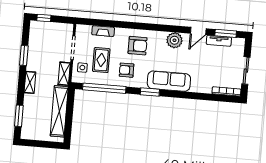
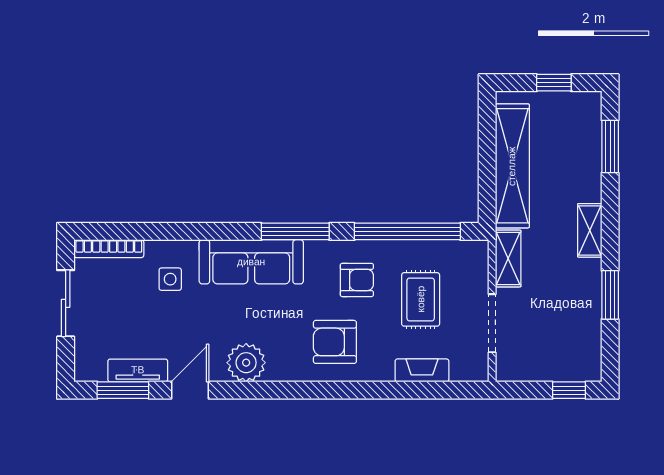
side table: (82, 68) -> (170, 279), moved
window: (150, 92) -> (295, 231), width x1.44
window: (39, 144) -> (554, 83), added

